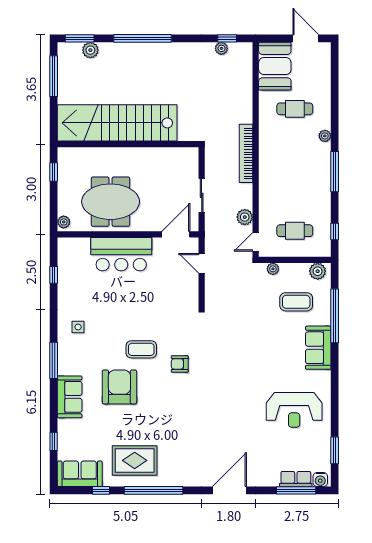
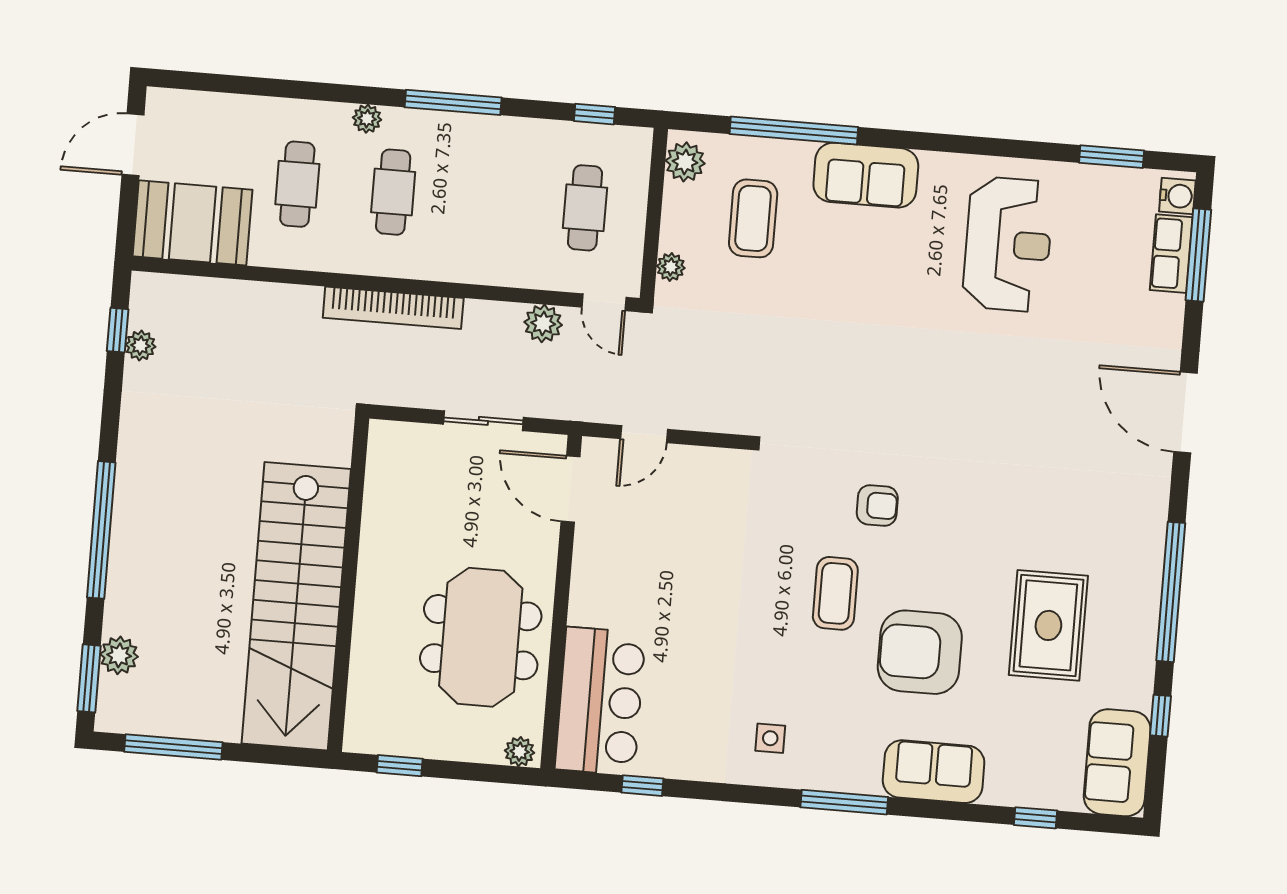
cafe table: (295, 149) -> (393, 192), added
bar counter: (121, 254) -> (600, 701), moved
armchair: (180, 364) -> (877, 505), turned -90
rug: (135, 460) -> (1048, 625), moved

